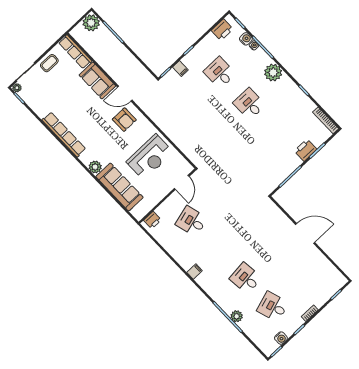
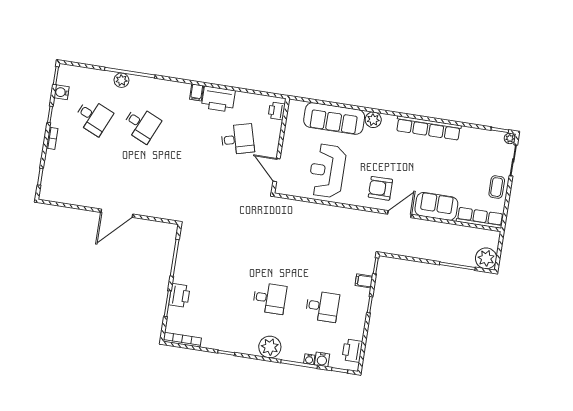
printer: (184, 256) -> (218, 99), added
desk: (246, 278) -> (141, 124), turned 30
desk: (273, 307) -> (93, 117), turned 42

